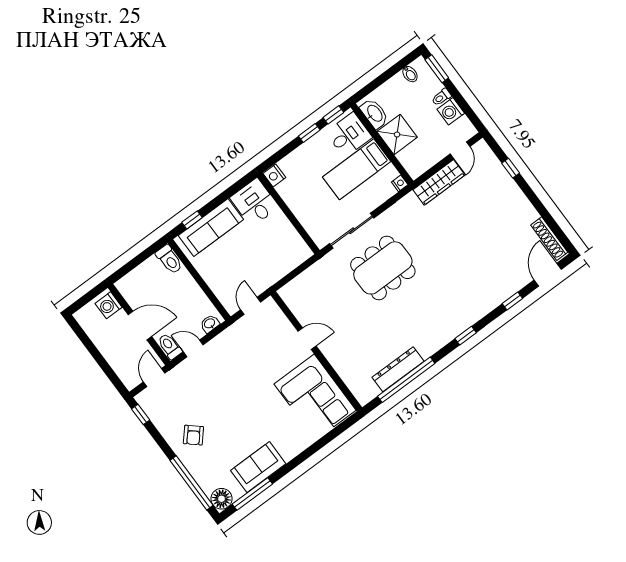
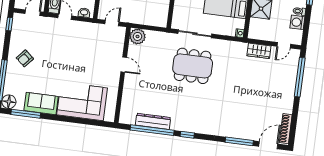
window: (511, 168) -> (300, 77), width x3.17
wardrobe: (439, 182) -> (259, 51), width x0.67
plant: (292, 294) -> (138, 36), added
window: (512, 301) -> (239, 141), width x2.17
window: (466, 336) -> (187, 135), moved
corner sofa: (315, 397) -> (82, 101), moved, turned 90

